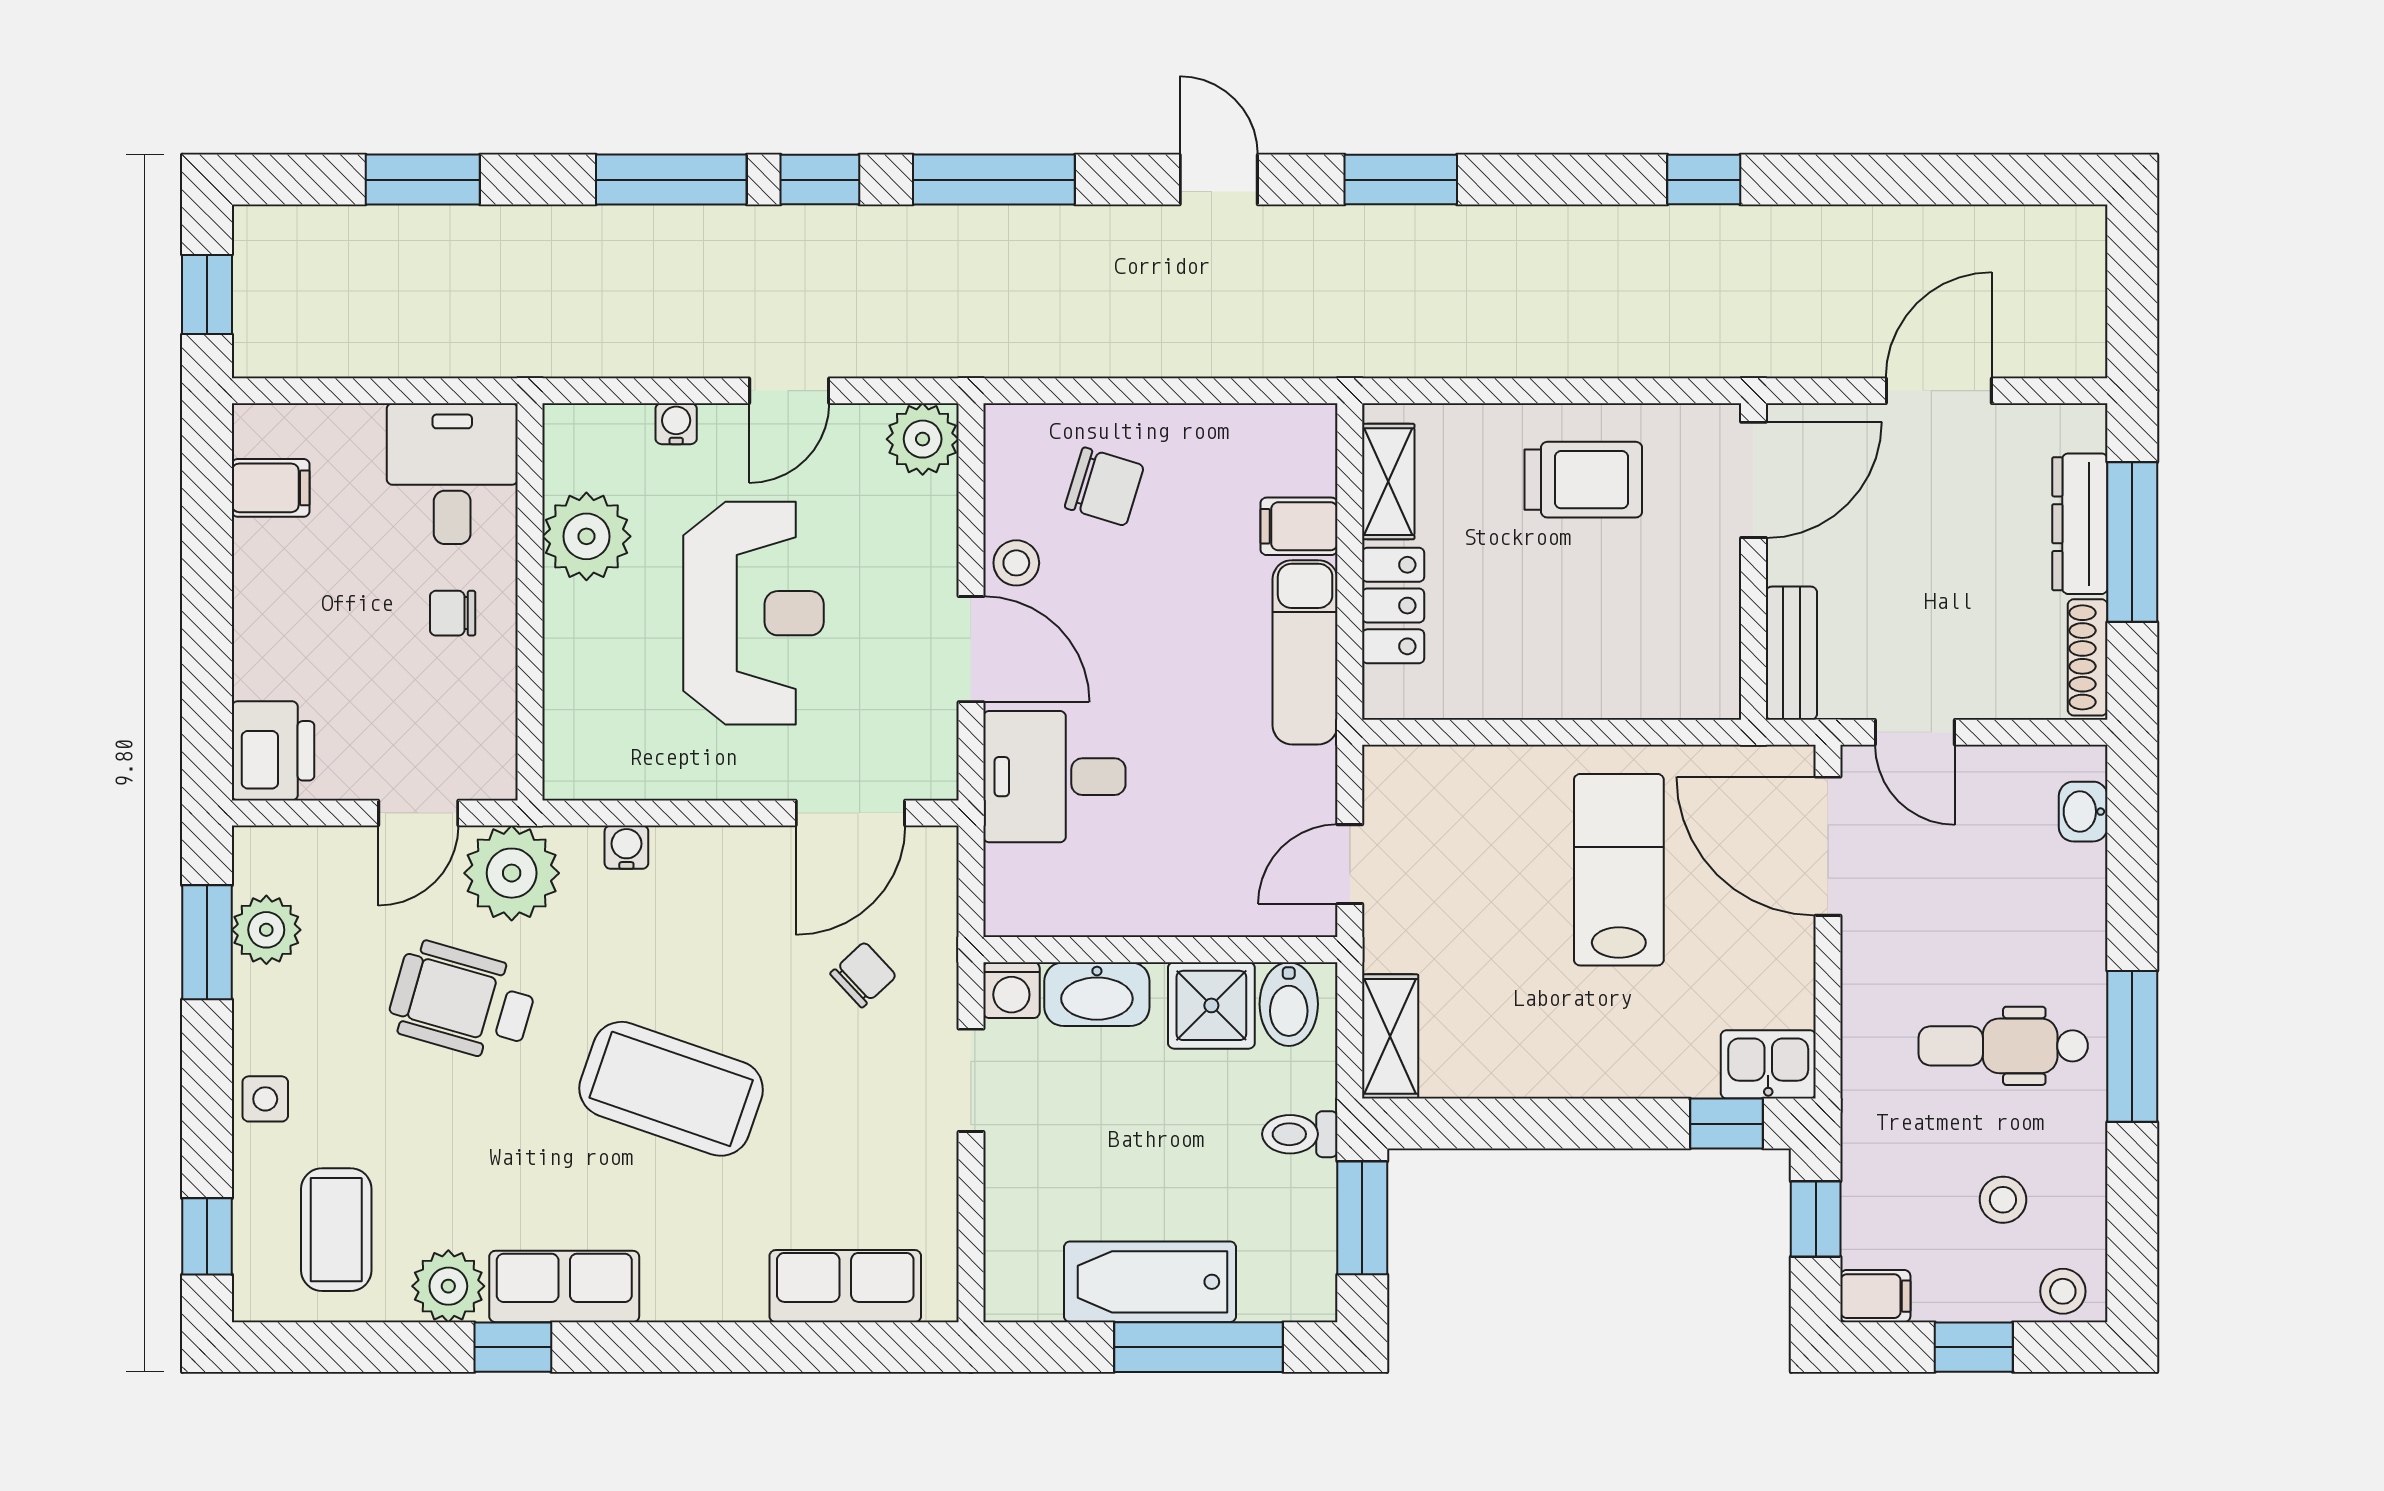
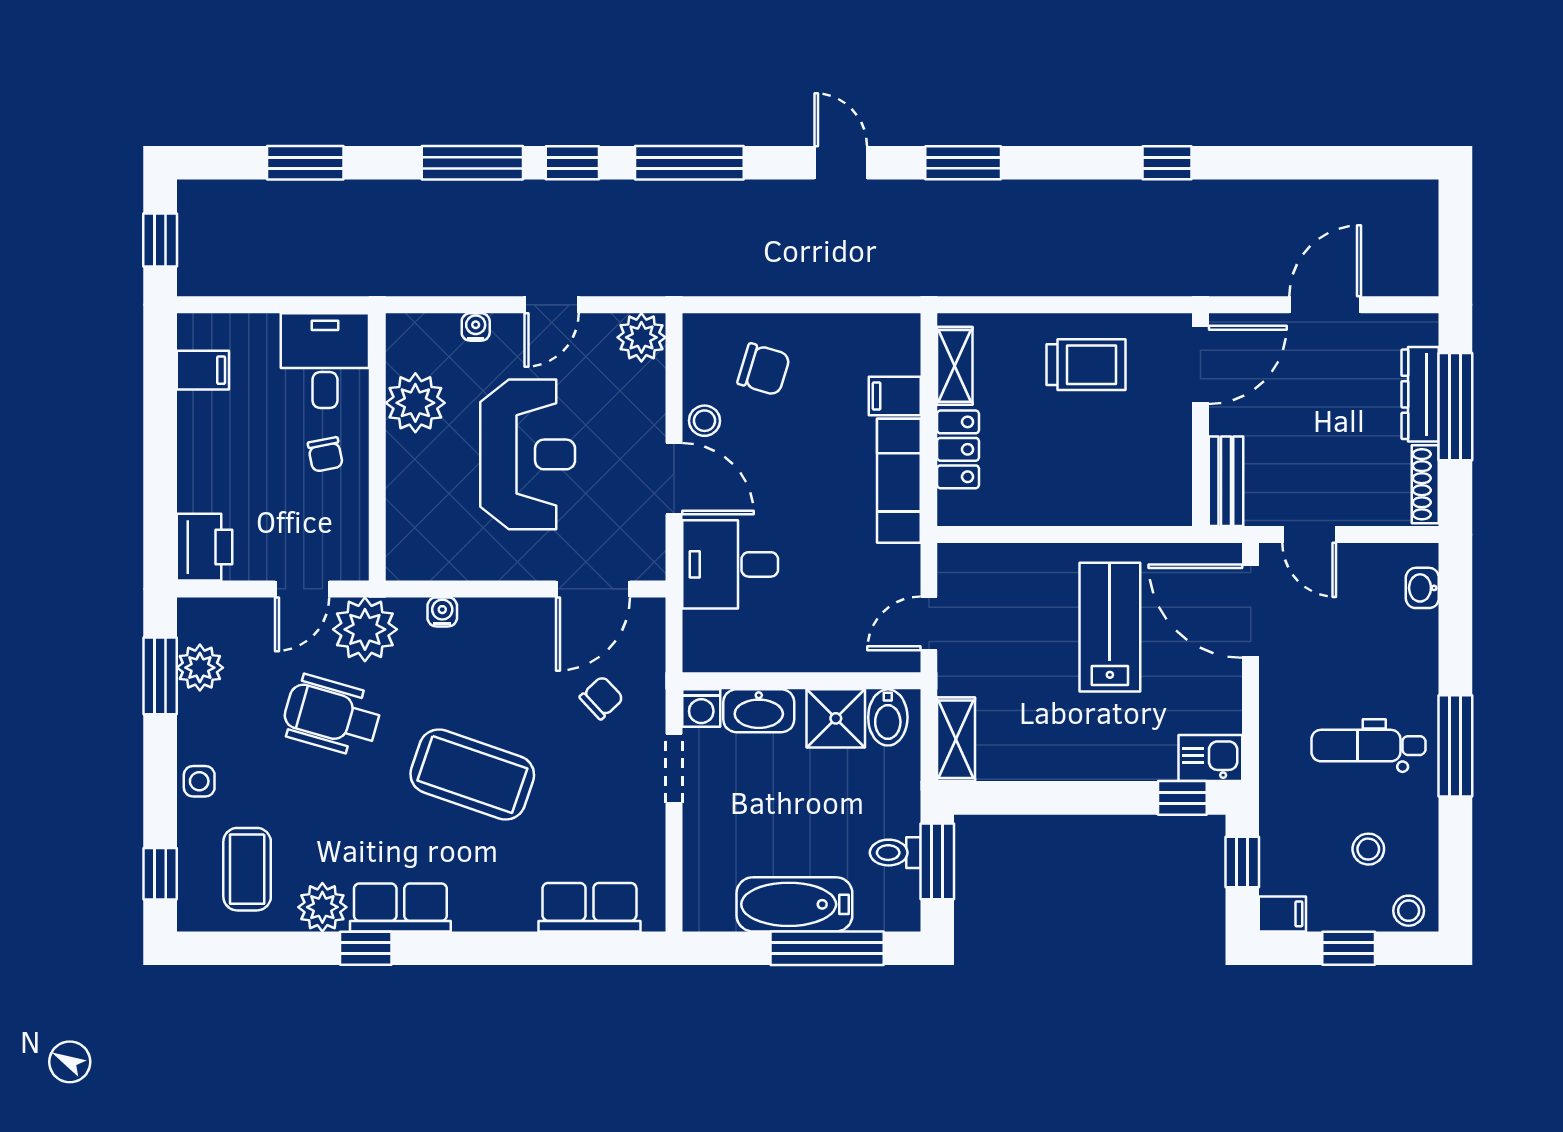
chair: (453, 613) -> (325, 454), turned -101
toilet: (1300, 1134) -> (895, 853), moved

